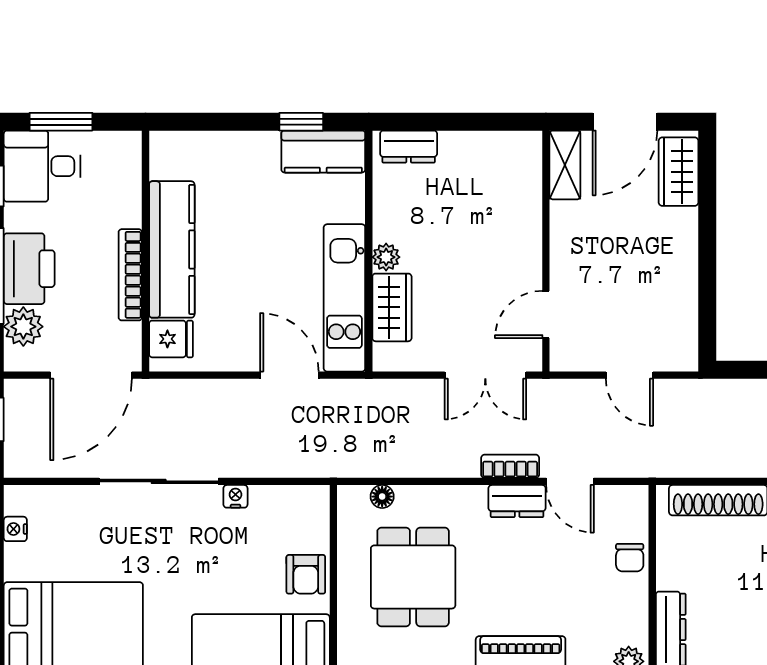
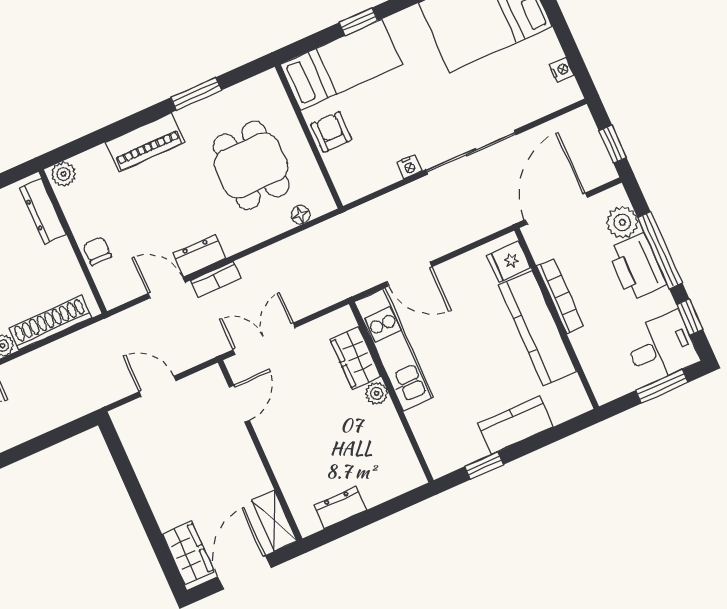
dresser: (409, 147) -> (340, 507), moved
kitchen counter: (323, 152) -> (516, 425), moved

